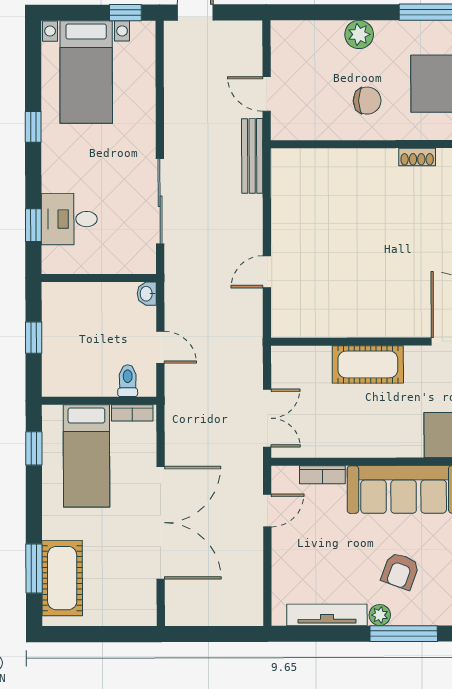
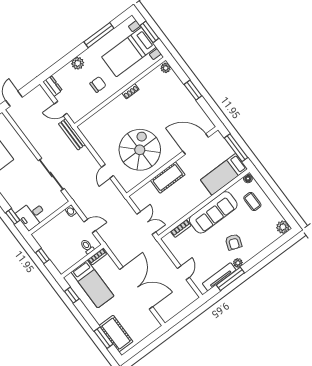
dresser: (282, 42) -> (53, 86), added
desk: (69, 219) -> (32, 215), moved
spiral stairs: (355, 276) -> (140, 150), added
door: (267, 510) -> (183, 273), moved
window: (404, 634) -> (230, 279), moved

